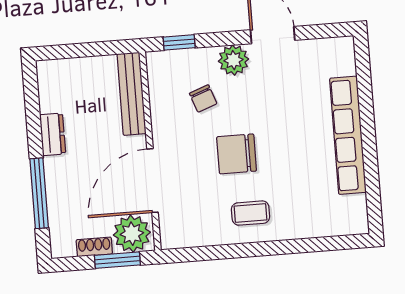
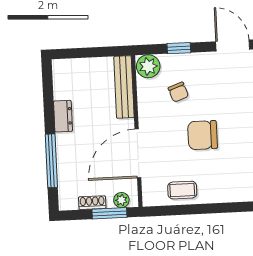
window: (179, 42) -> (179, 48), moved
plant: (233, 60) -> (148, 66), moved
coffee table: (251, 213) -> (182, 190), moved
plant: (132, 234) -> (121, 200), width x0.53, depth x0.53

